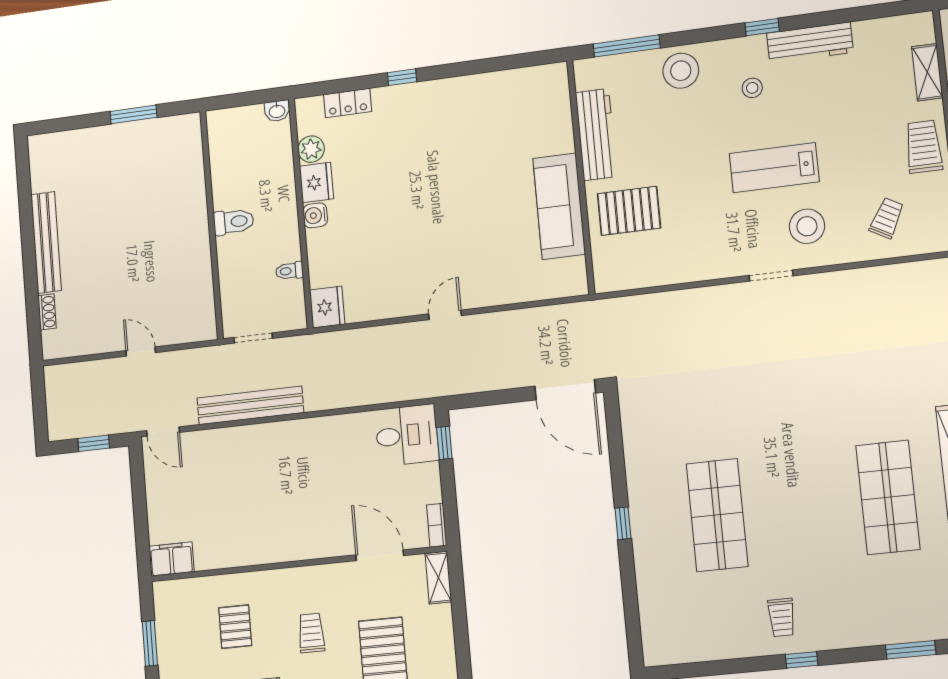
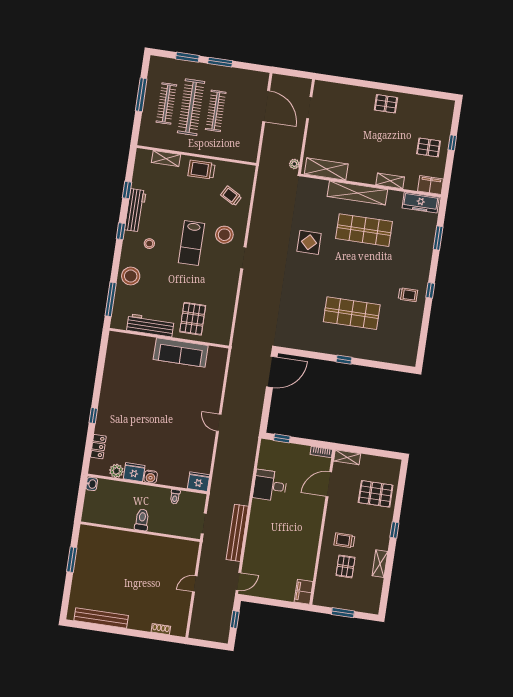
window: (845, 16) -> (127, 190), added
bench: (46, 242) -> (101, 618), moved
display table: (835, 395) -> (309, 242), added
desk: (407, 435) -> (270, 486), moved, turned -90
pallet: (235, 627) -> (345, 566), turned 90
trolley: (311, 633) -> (344, 540), moved

